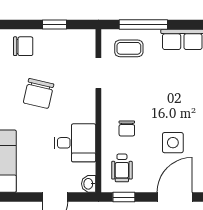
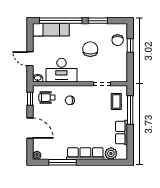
window: (55, 24) -> (130, 46), moved
chair: (39, 93) -> (90, 49), turned 77
desk: (75, 143) -> (61, 70), width x1.37
side table: (173, 143) -> (62, 127), removed

